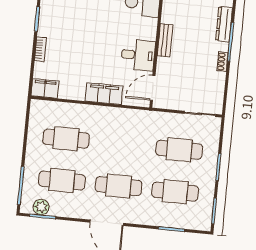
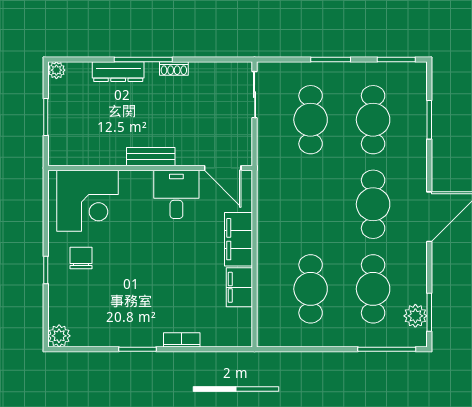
filing cabinet: (45, 88) -> (239, 287), moved

